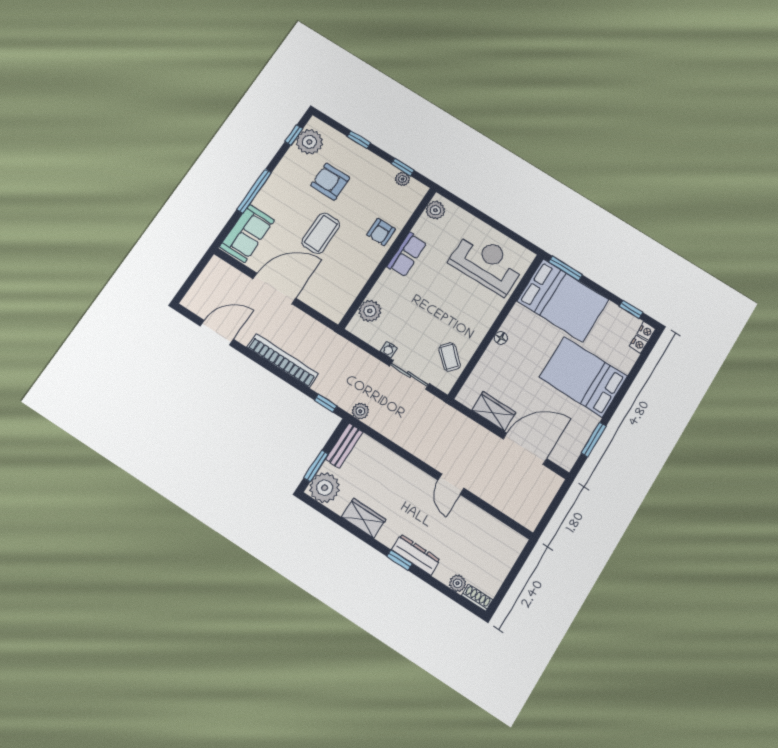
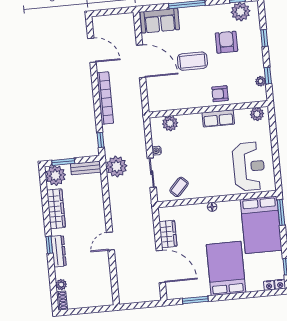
plant: (360, 411) -> (116, 167), width x1.88, depth x1.88
wardrobe: (364, 518) -> (56, 209), width x1.50

